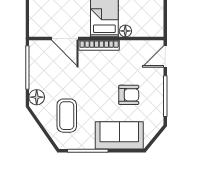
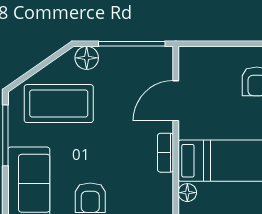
bookcase: (99, 45) -> (166, 153), width x0.64
coffee table: (67, 116) -> (59, 104), width x1.36, depth x1.32

